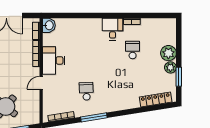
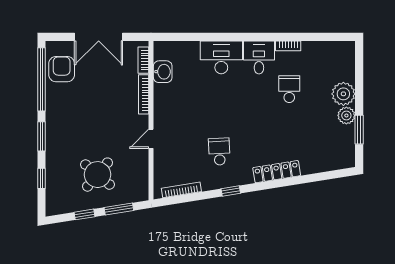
washbasin: (49, 25) -> (163, 72), moved
desk: (54, 60) -> (221, 57), moved, turned 90
locker: (156, 100) -> (277, 172), moved
window: (94, 117) -> (231, 191), width x0.46

